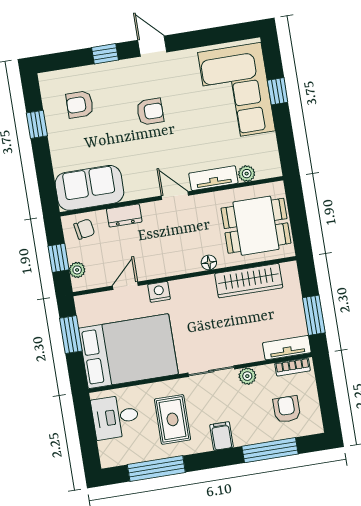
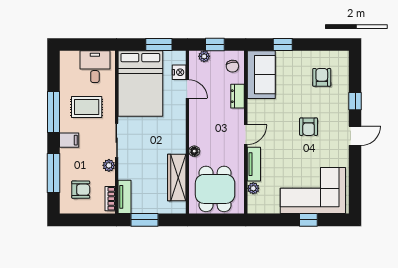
window: (37, 124) -> (283, 44), moved
nightstand: (159, 292) -> (179, 72), moved
window: (156, 469) -> (53, 112), moved

